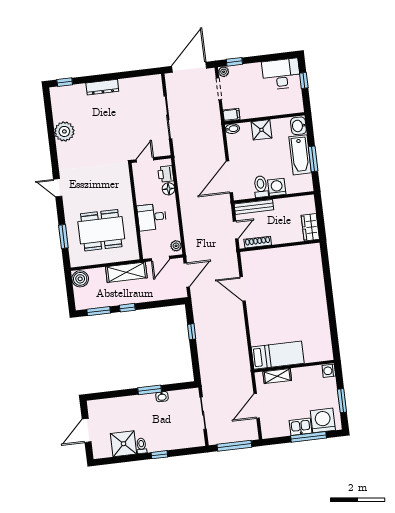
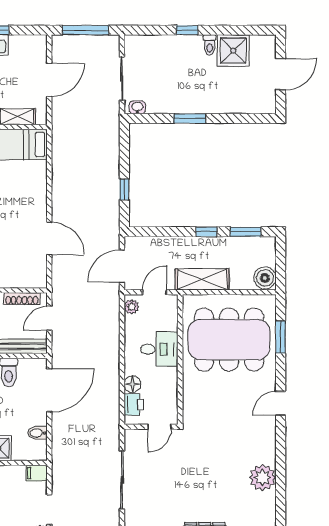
bidet: (232, 129) -> (38, 433), moved
door: (58, 188) -> (281, 403), swing flipped
dining table: (101, 230) -> (229, 340), width x1.36, depth x1.24
washbasin: (162, 397) -> (137, 107), moved

